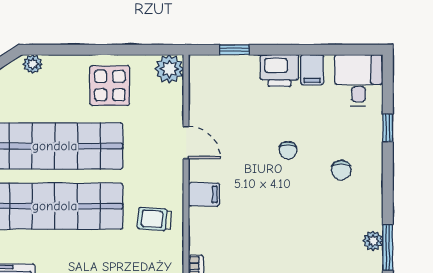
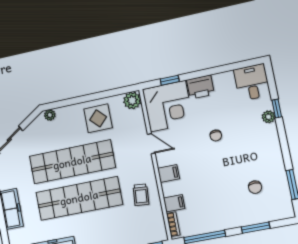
filing cabinet: (312, 70) -> (174, 203), moved, turned -90
corner desk: (223, 90) -> (168, 106), added
chair: (341, 170) -> (255, 187), moved
trolley: (154, 219) -> (141, 195), turned -89
plant: (373, 241) -> (268, 117), moved

